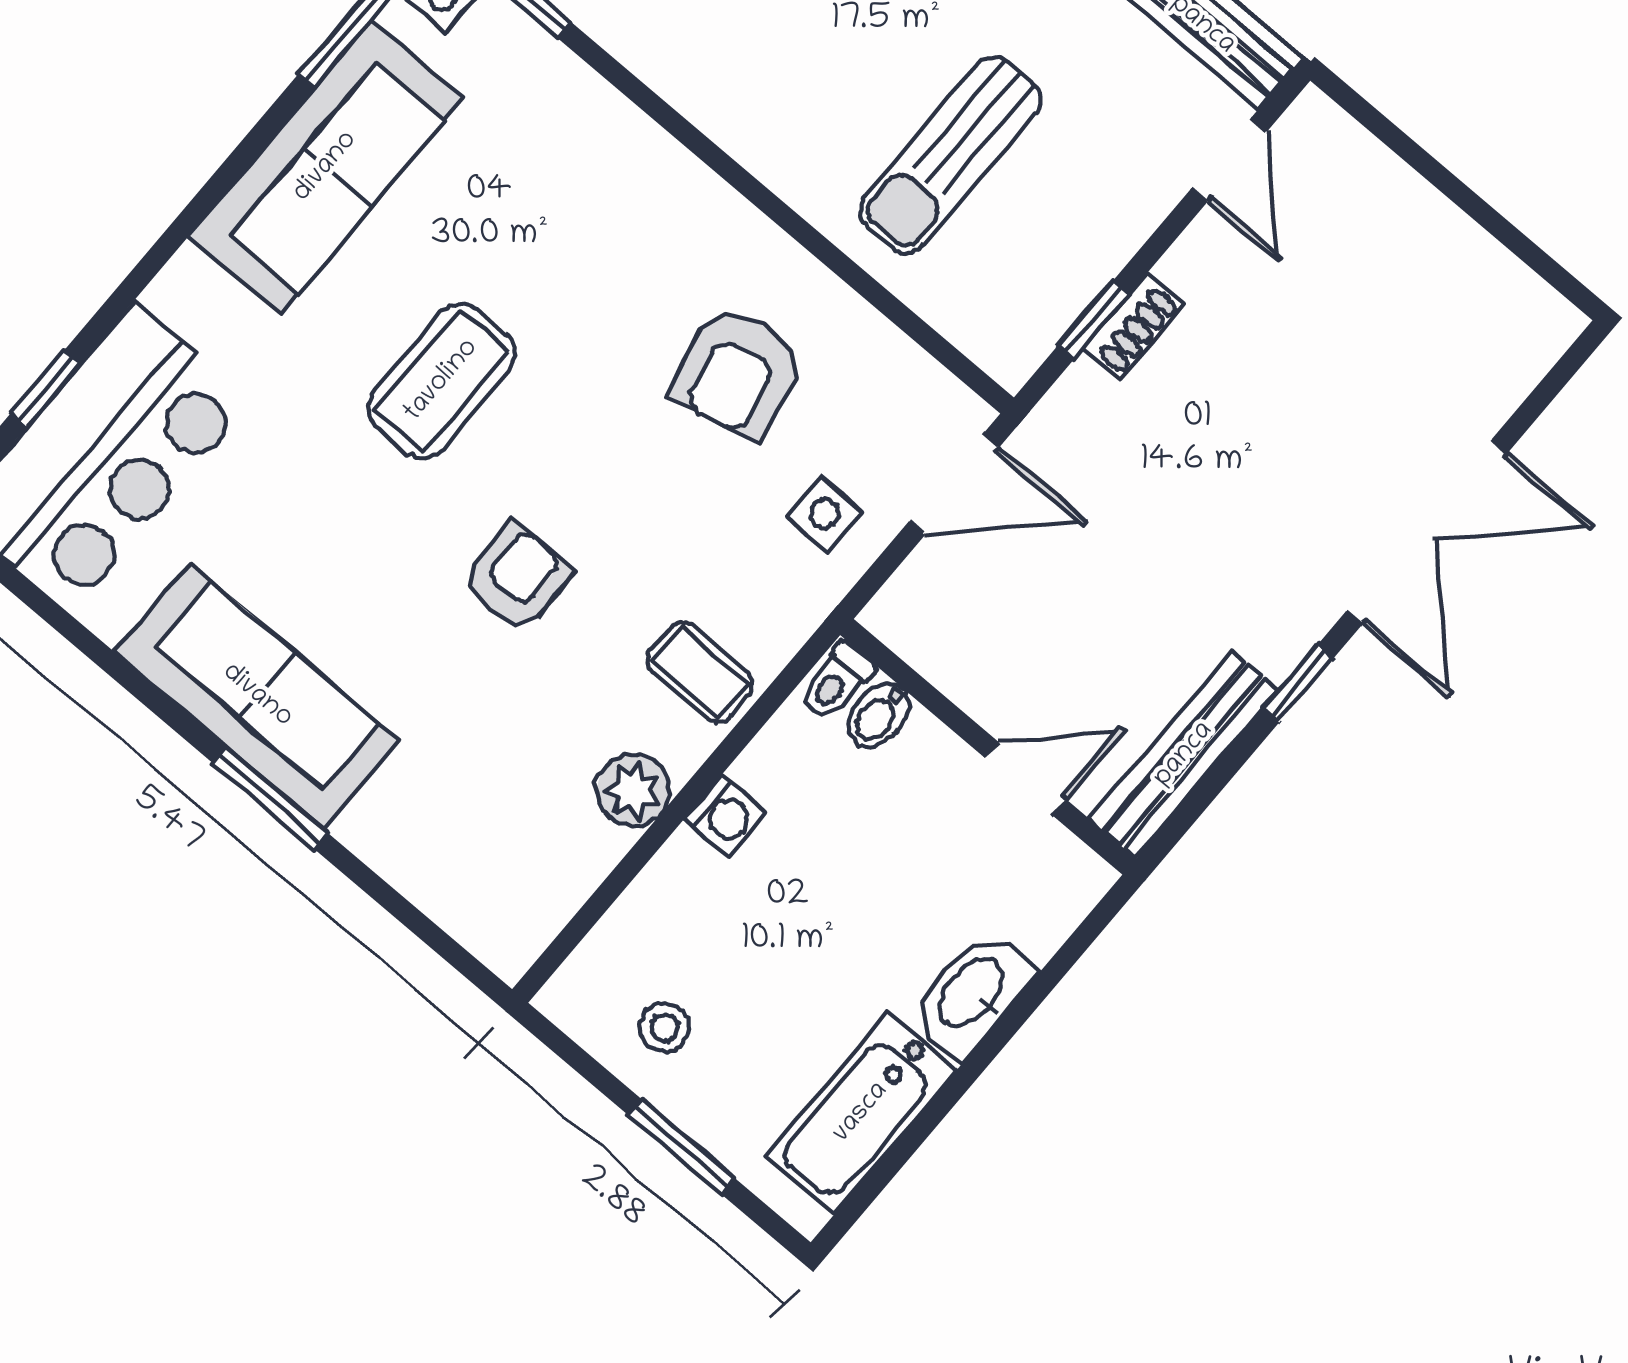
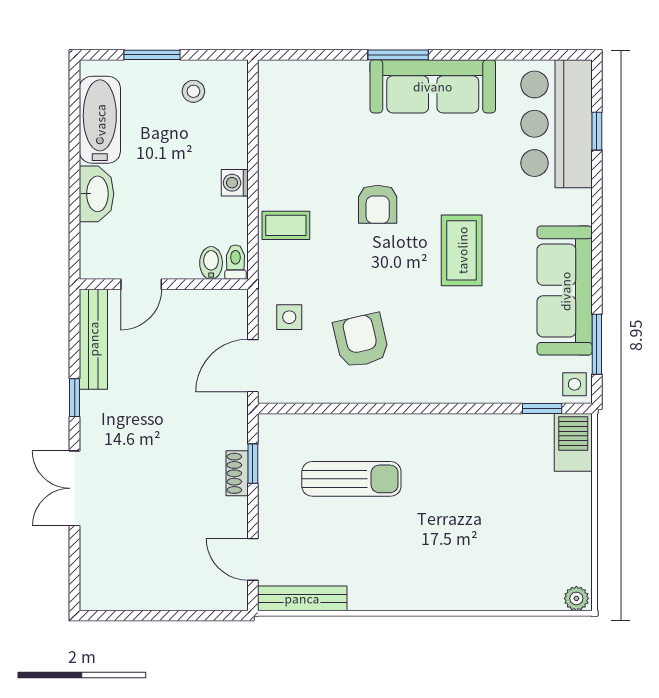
sun lounger: (950, 155) -> (351, 479), turned 90
double door: (1427, 532) -> (75, 488), width x0.73
plant: (634, 790) -> (274, 165), removed

